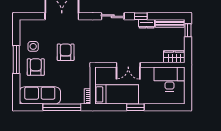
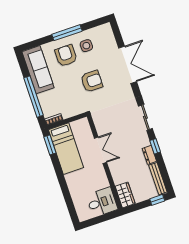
double door: (128, 65) -> (101, 150), swing flipped
armchair: (36, 67) -> (66, 56), turned -90
desk: (169, 79) -> (102, 202), width x0.73
window: (135, 107) -> (50, 145), moved

